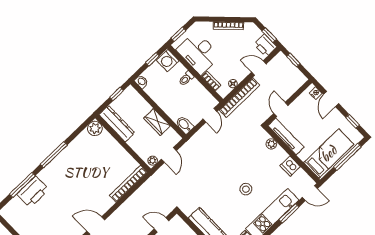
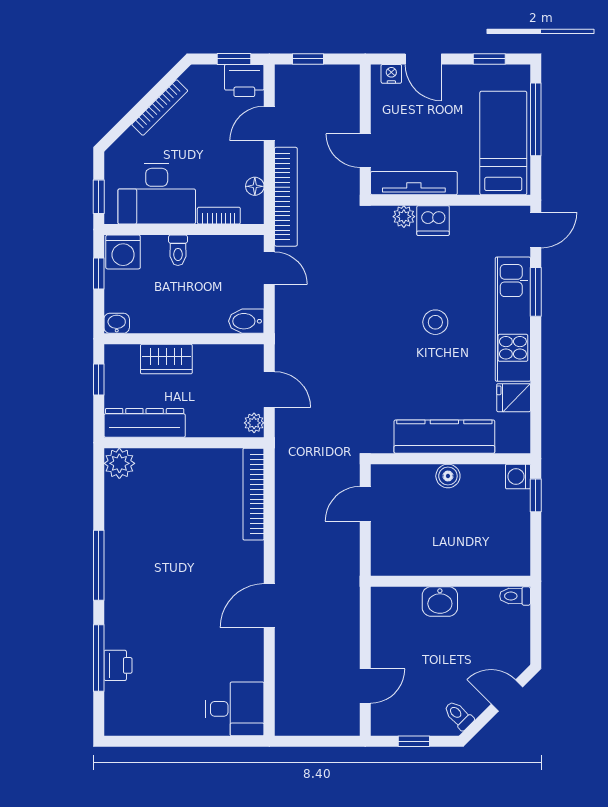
wardrobe: (157, 122) -> (166, 359), moved
dishwasher: (290, 166) -> (433, 221), moved
printer: (33, 192) -> (118, 665), width x0.53, depth x0.68

